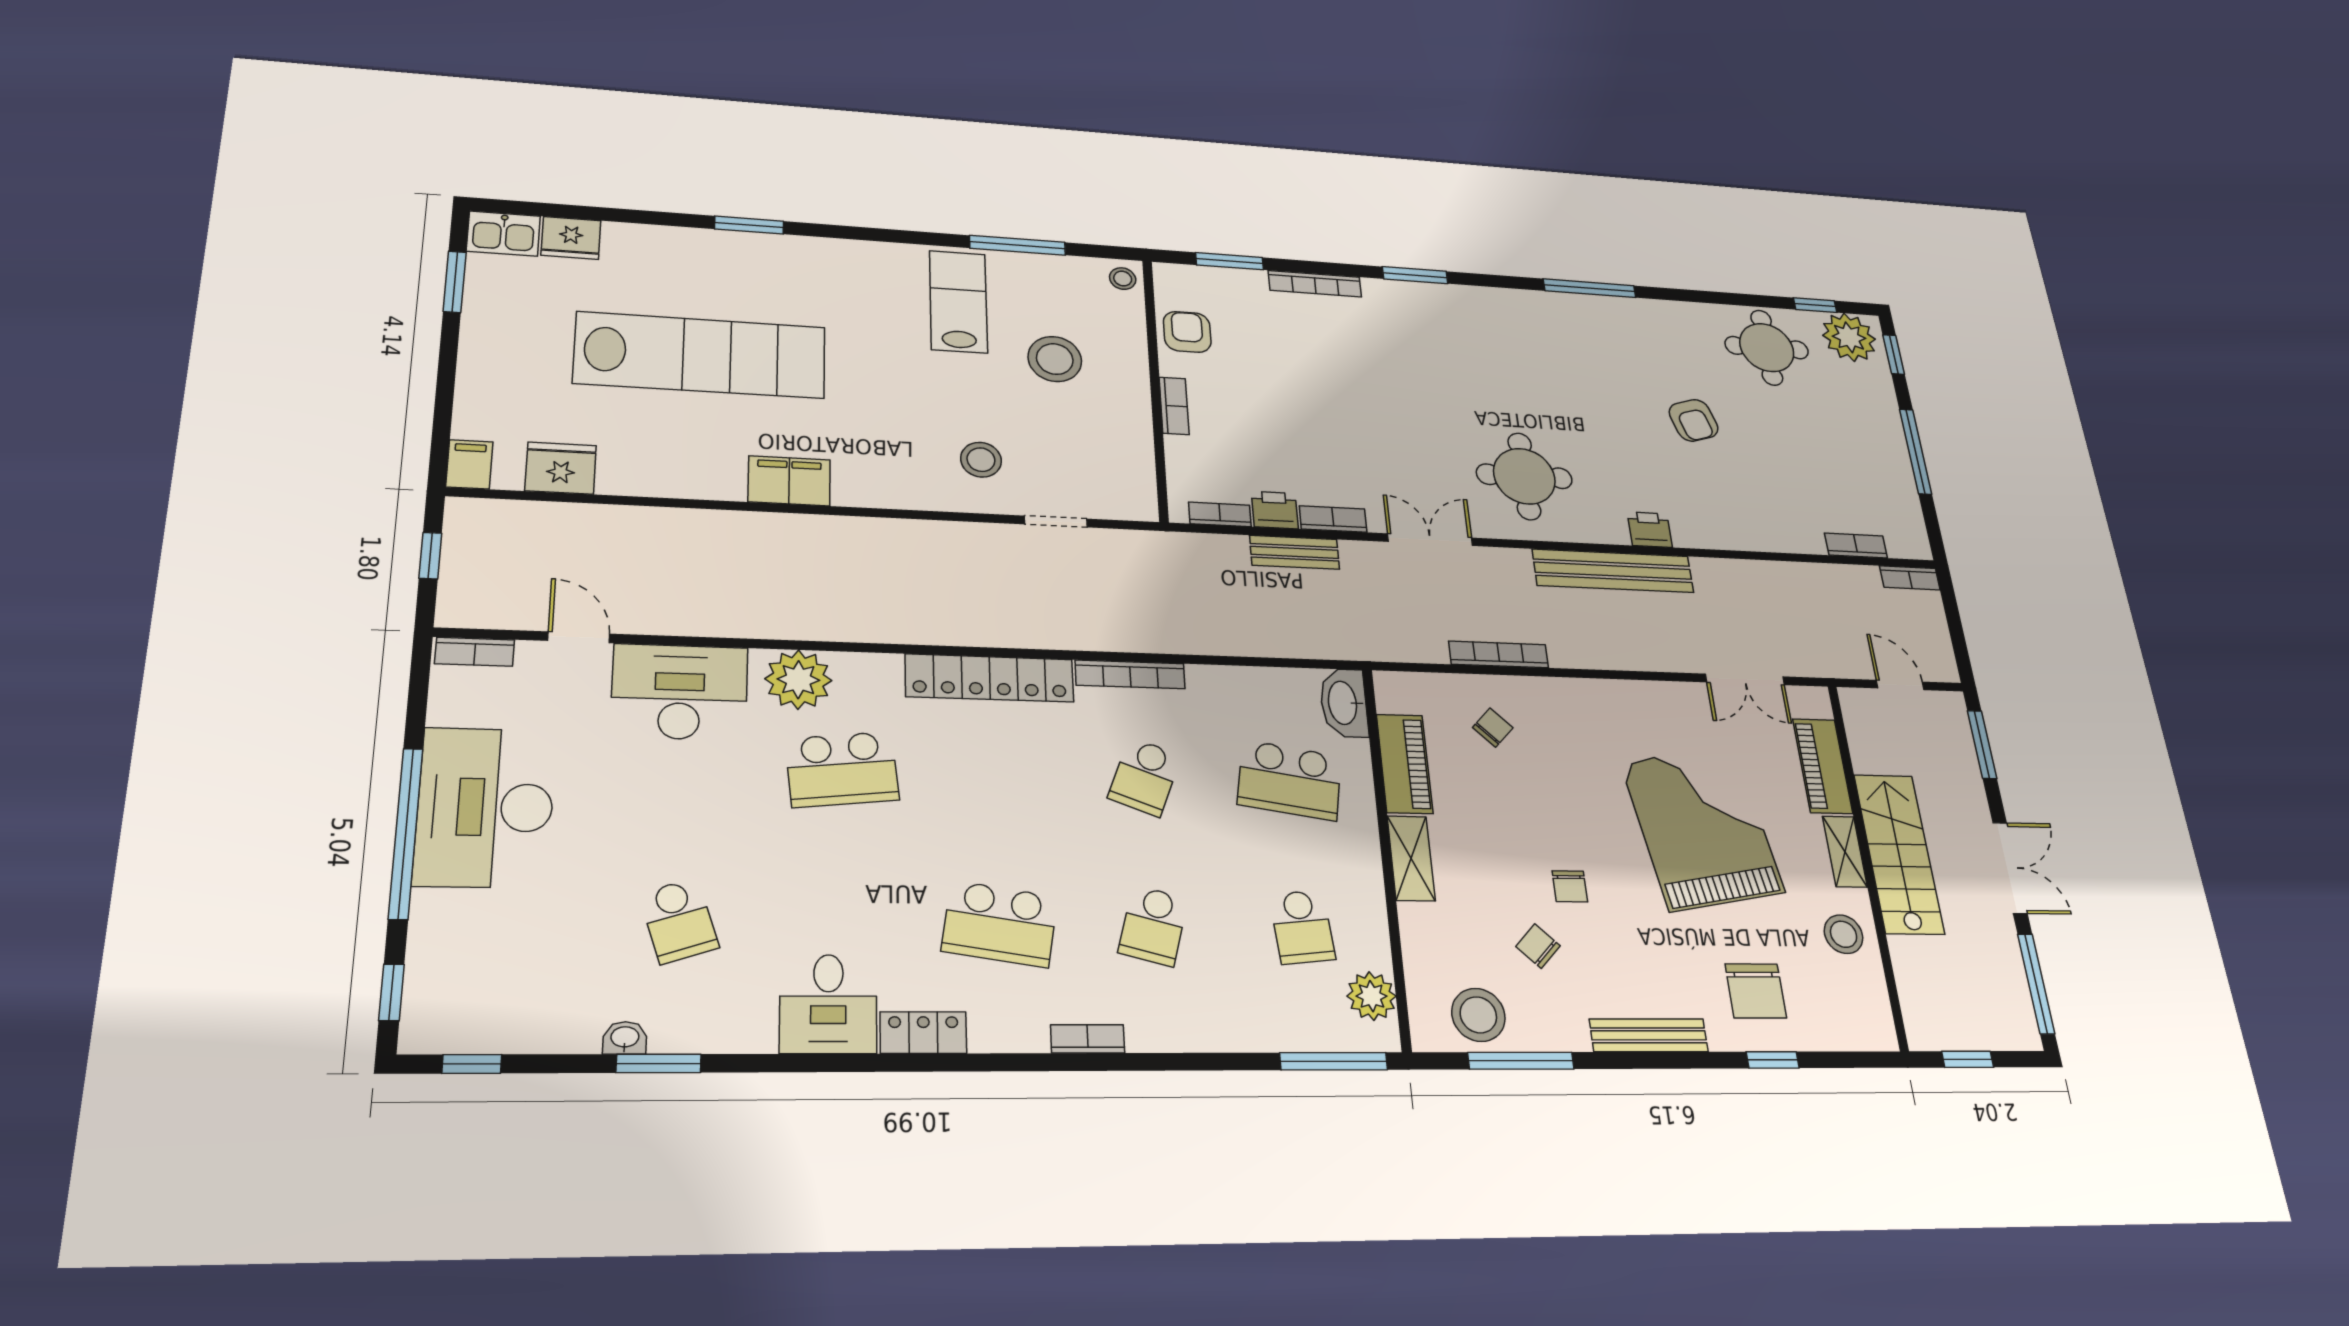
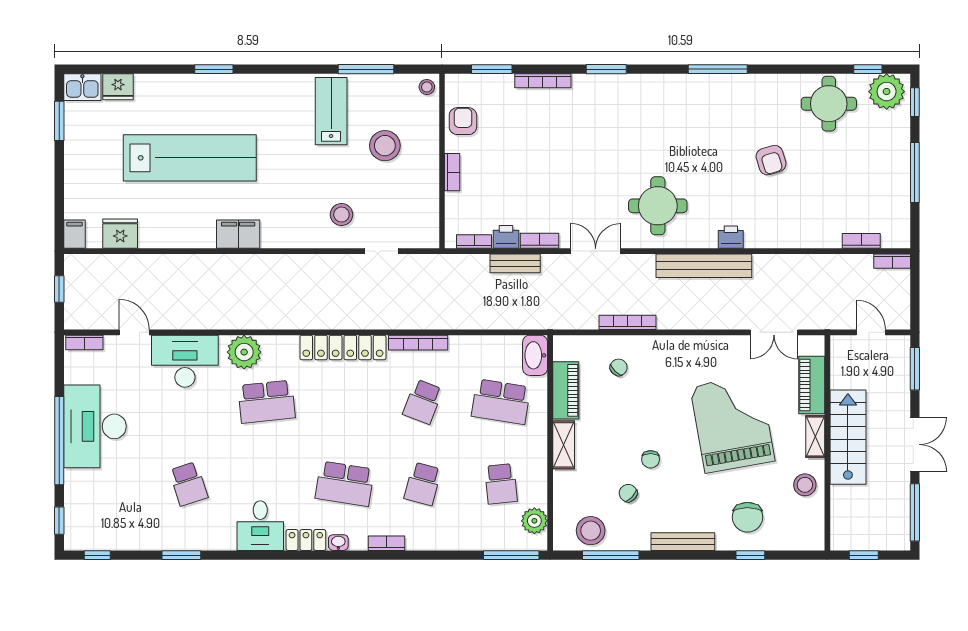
washbasin: (625, 1038) -> (338, 543), moved

